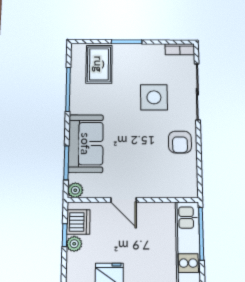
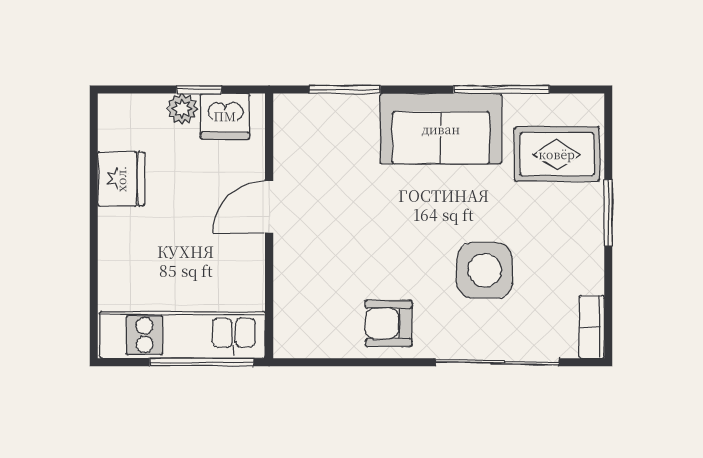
sofa: (86, 144) -> (441, 129), moved
plant: (75, 190) -> (289, 109), removed

